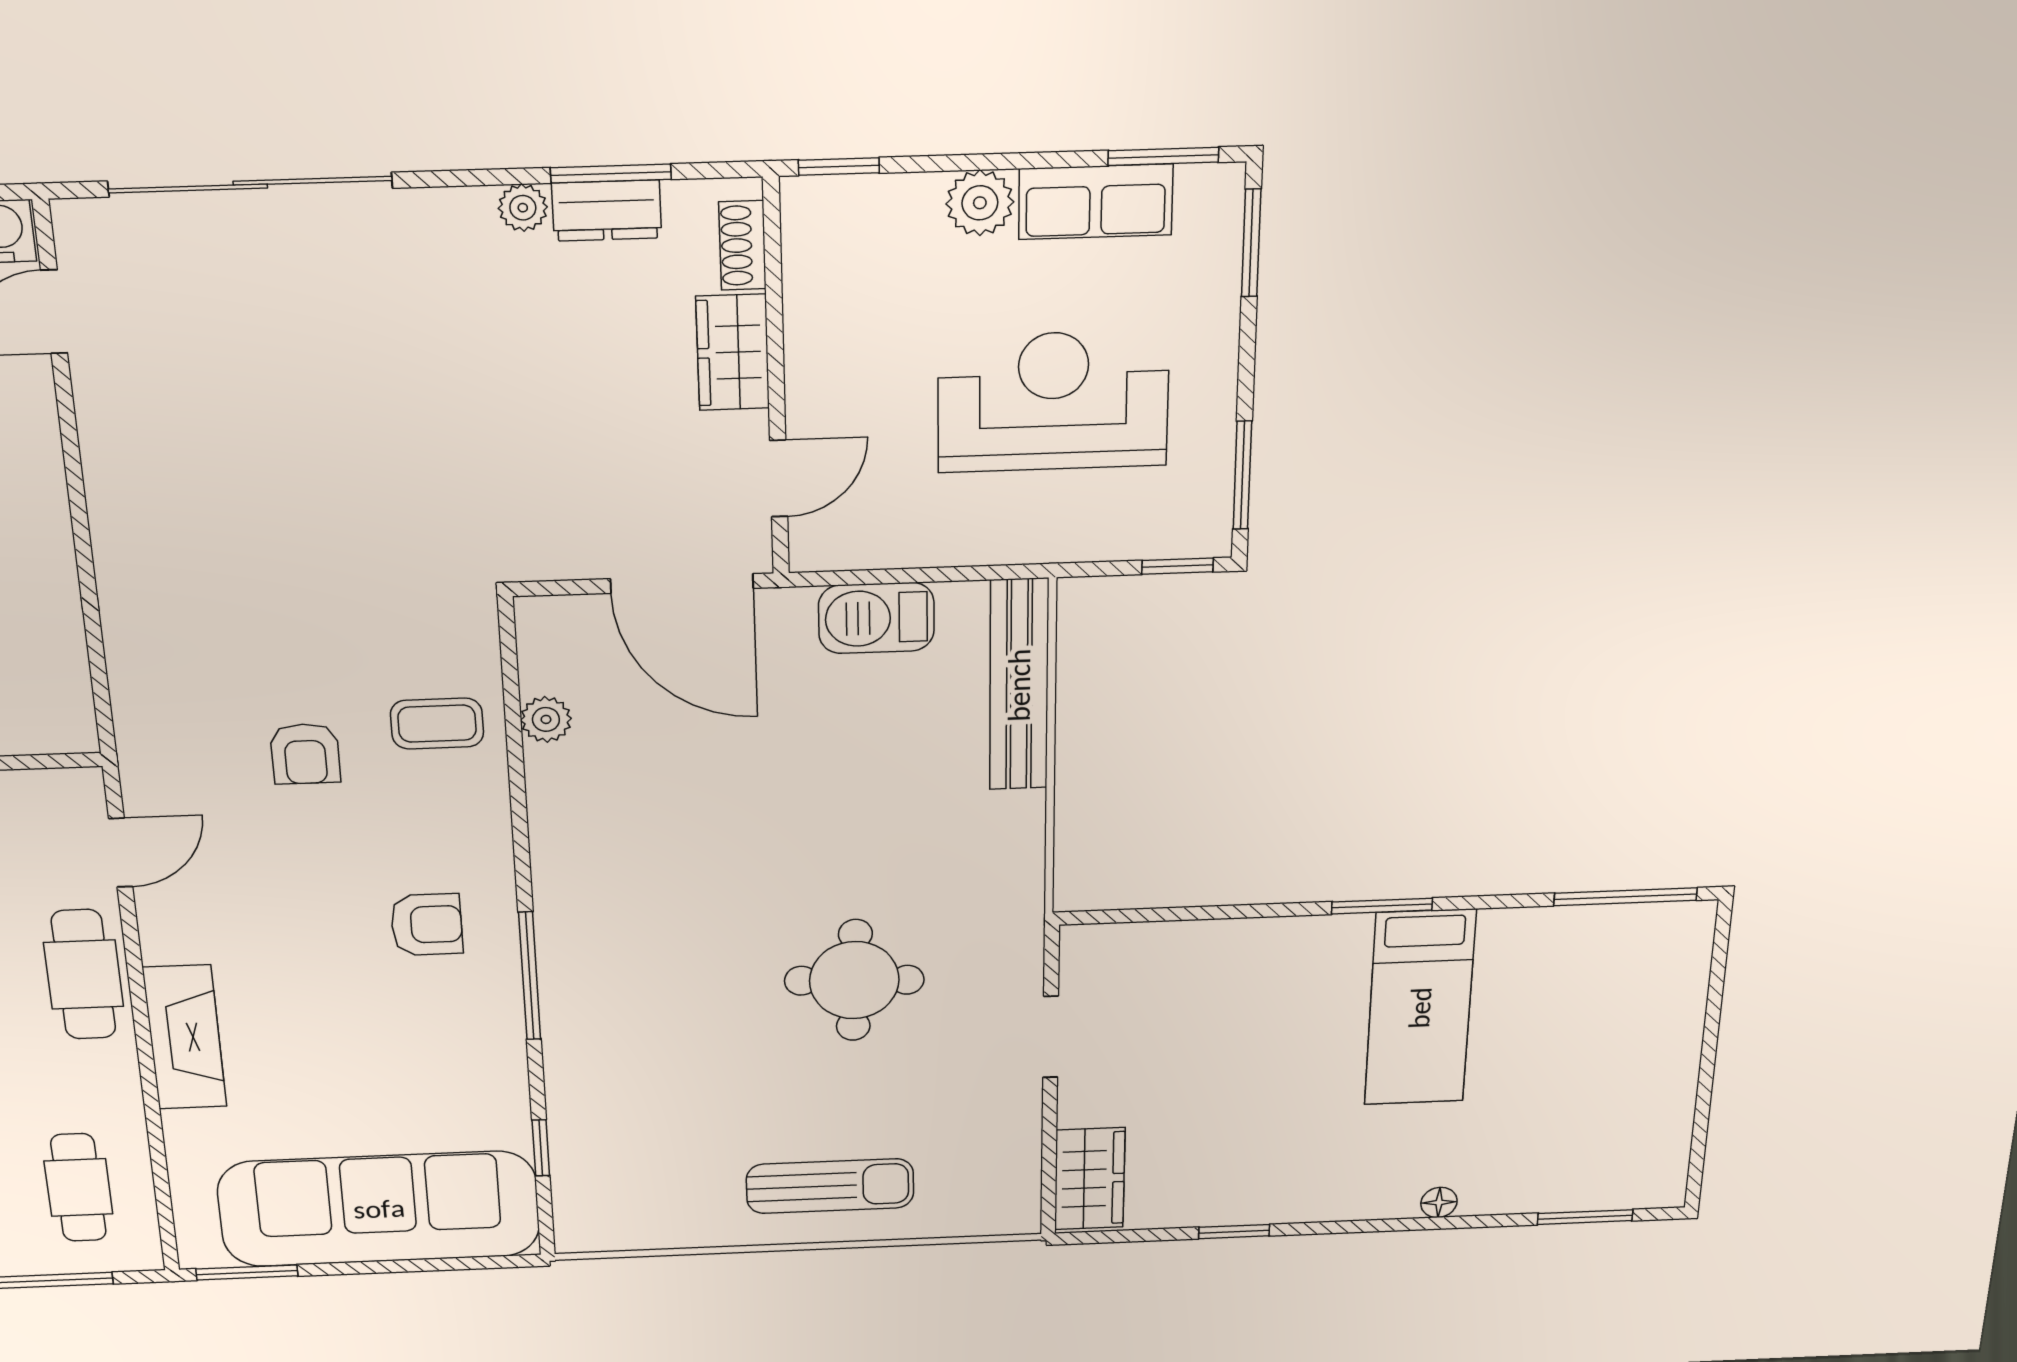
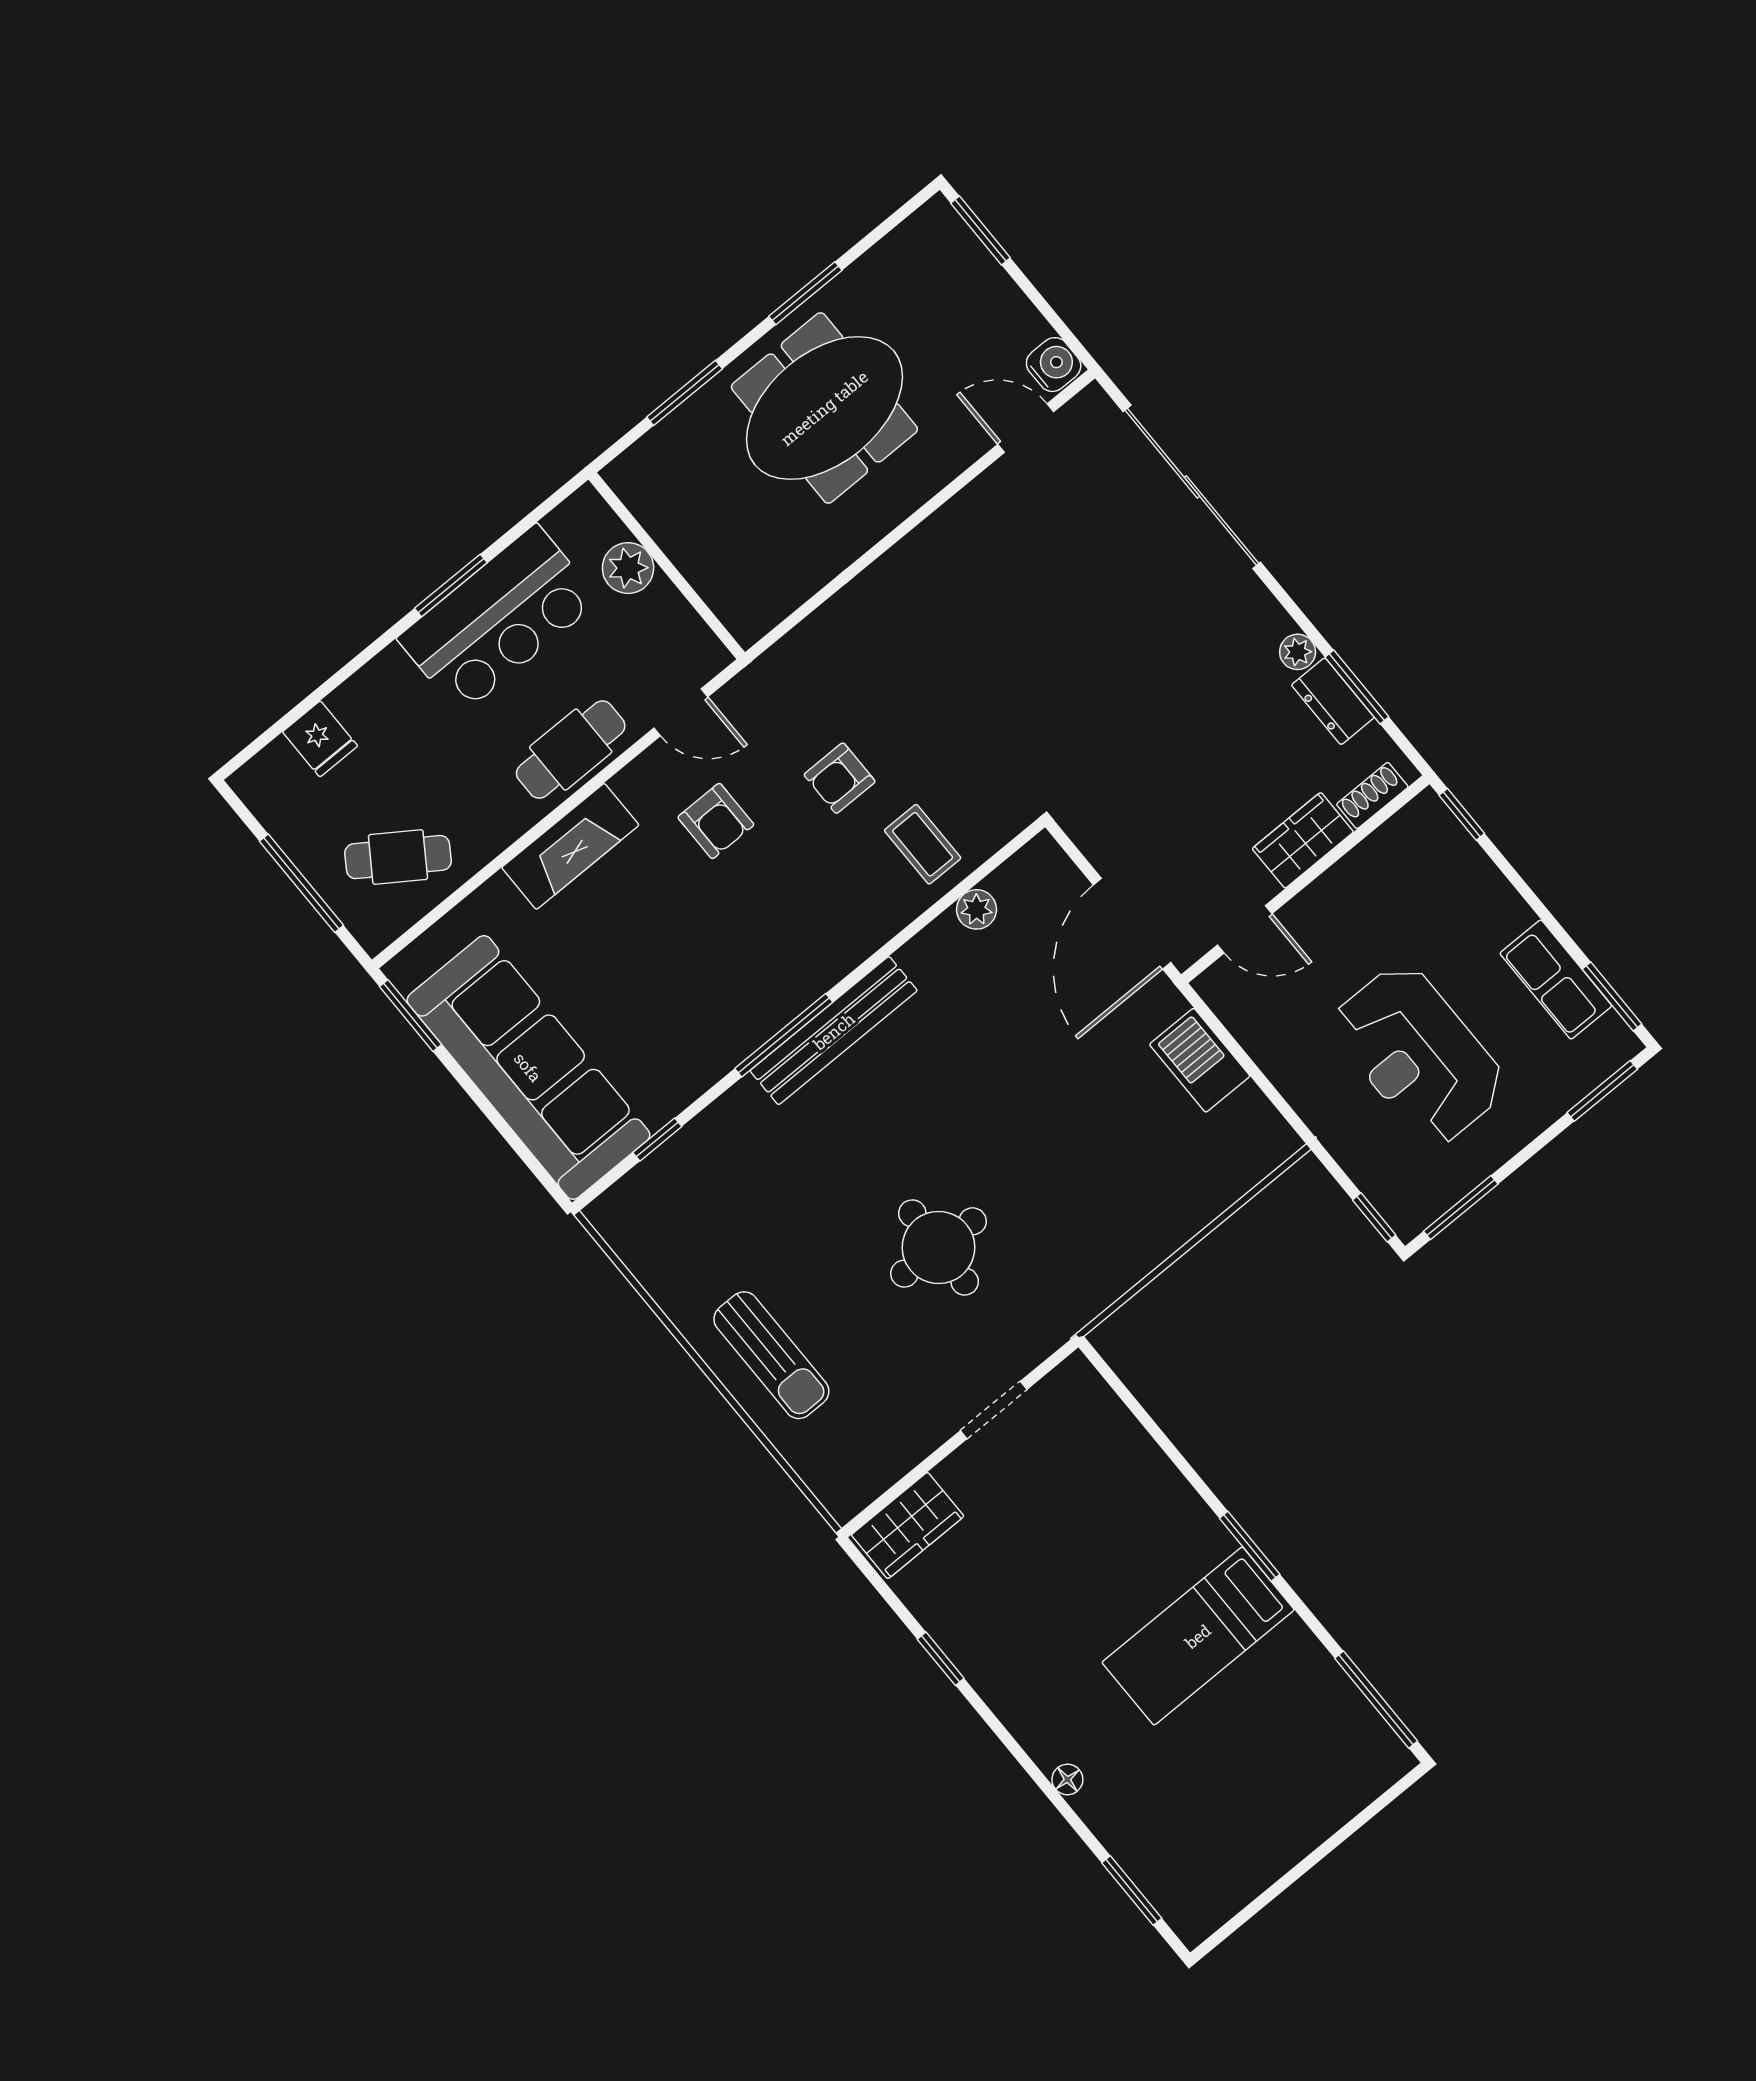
plant: (980, 203) -> (1503, 913), removed
reception desk: (1053, 401) -> (1419, 1055), turned 180
bench: (1019, 685) -> (834, 1031), moved
armchair: (427, 925) -> (716, 821), moved
cafe table: (79, 1188) -> (398, 857), turned 34

